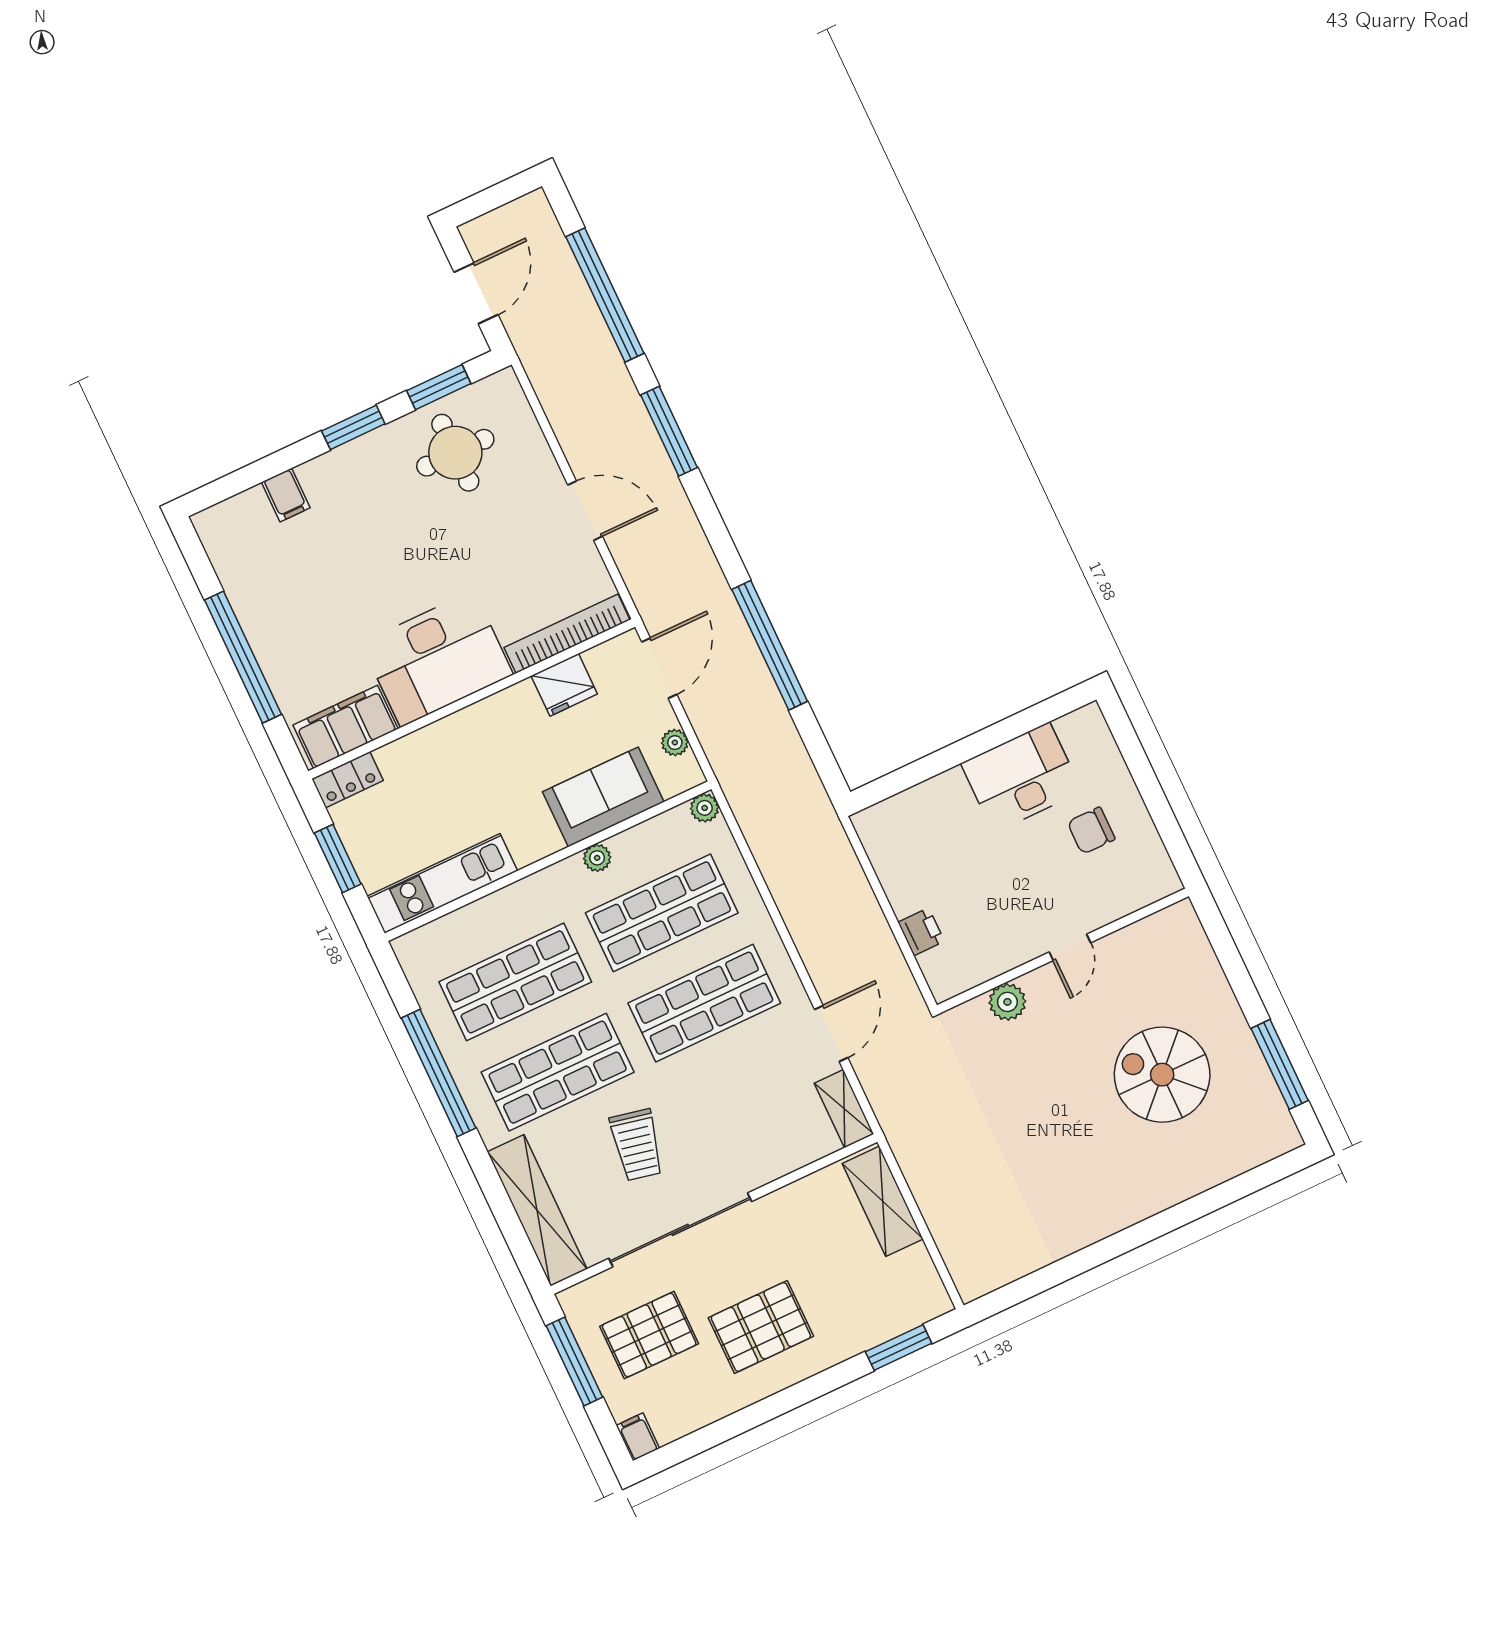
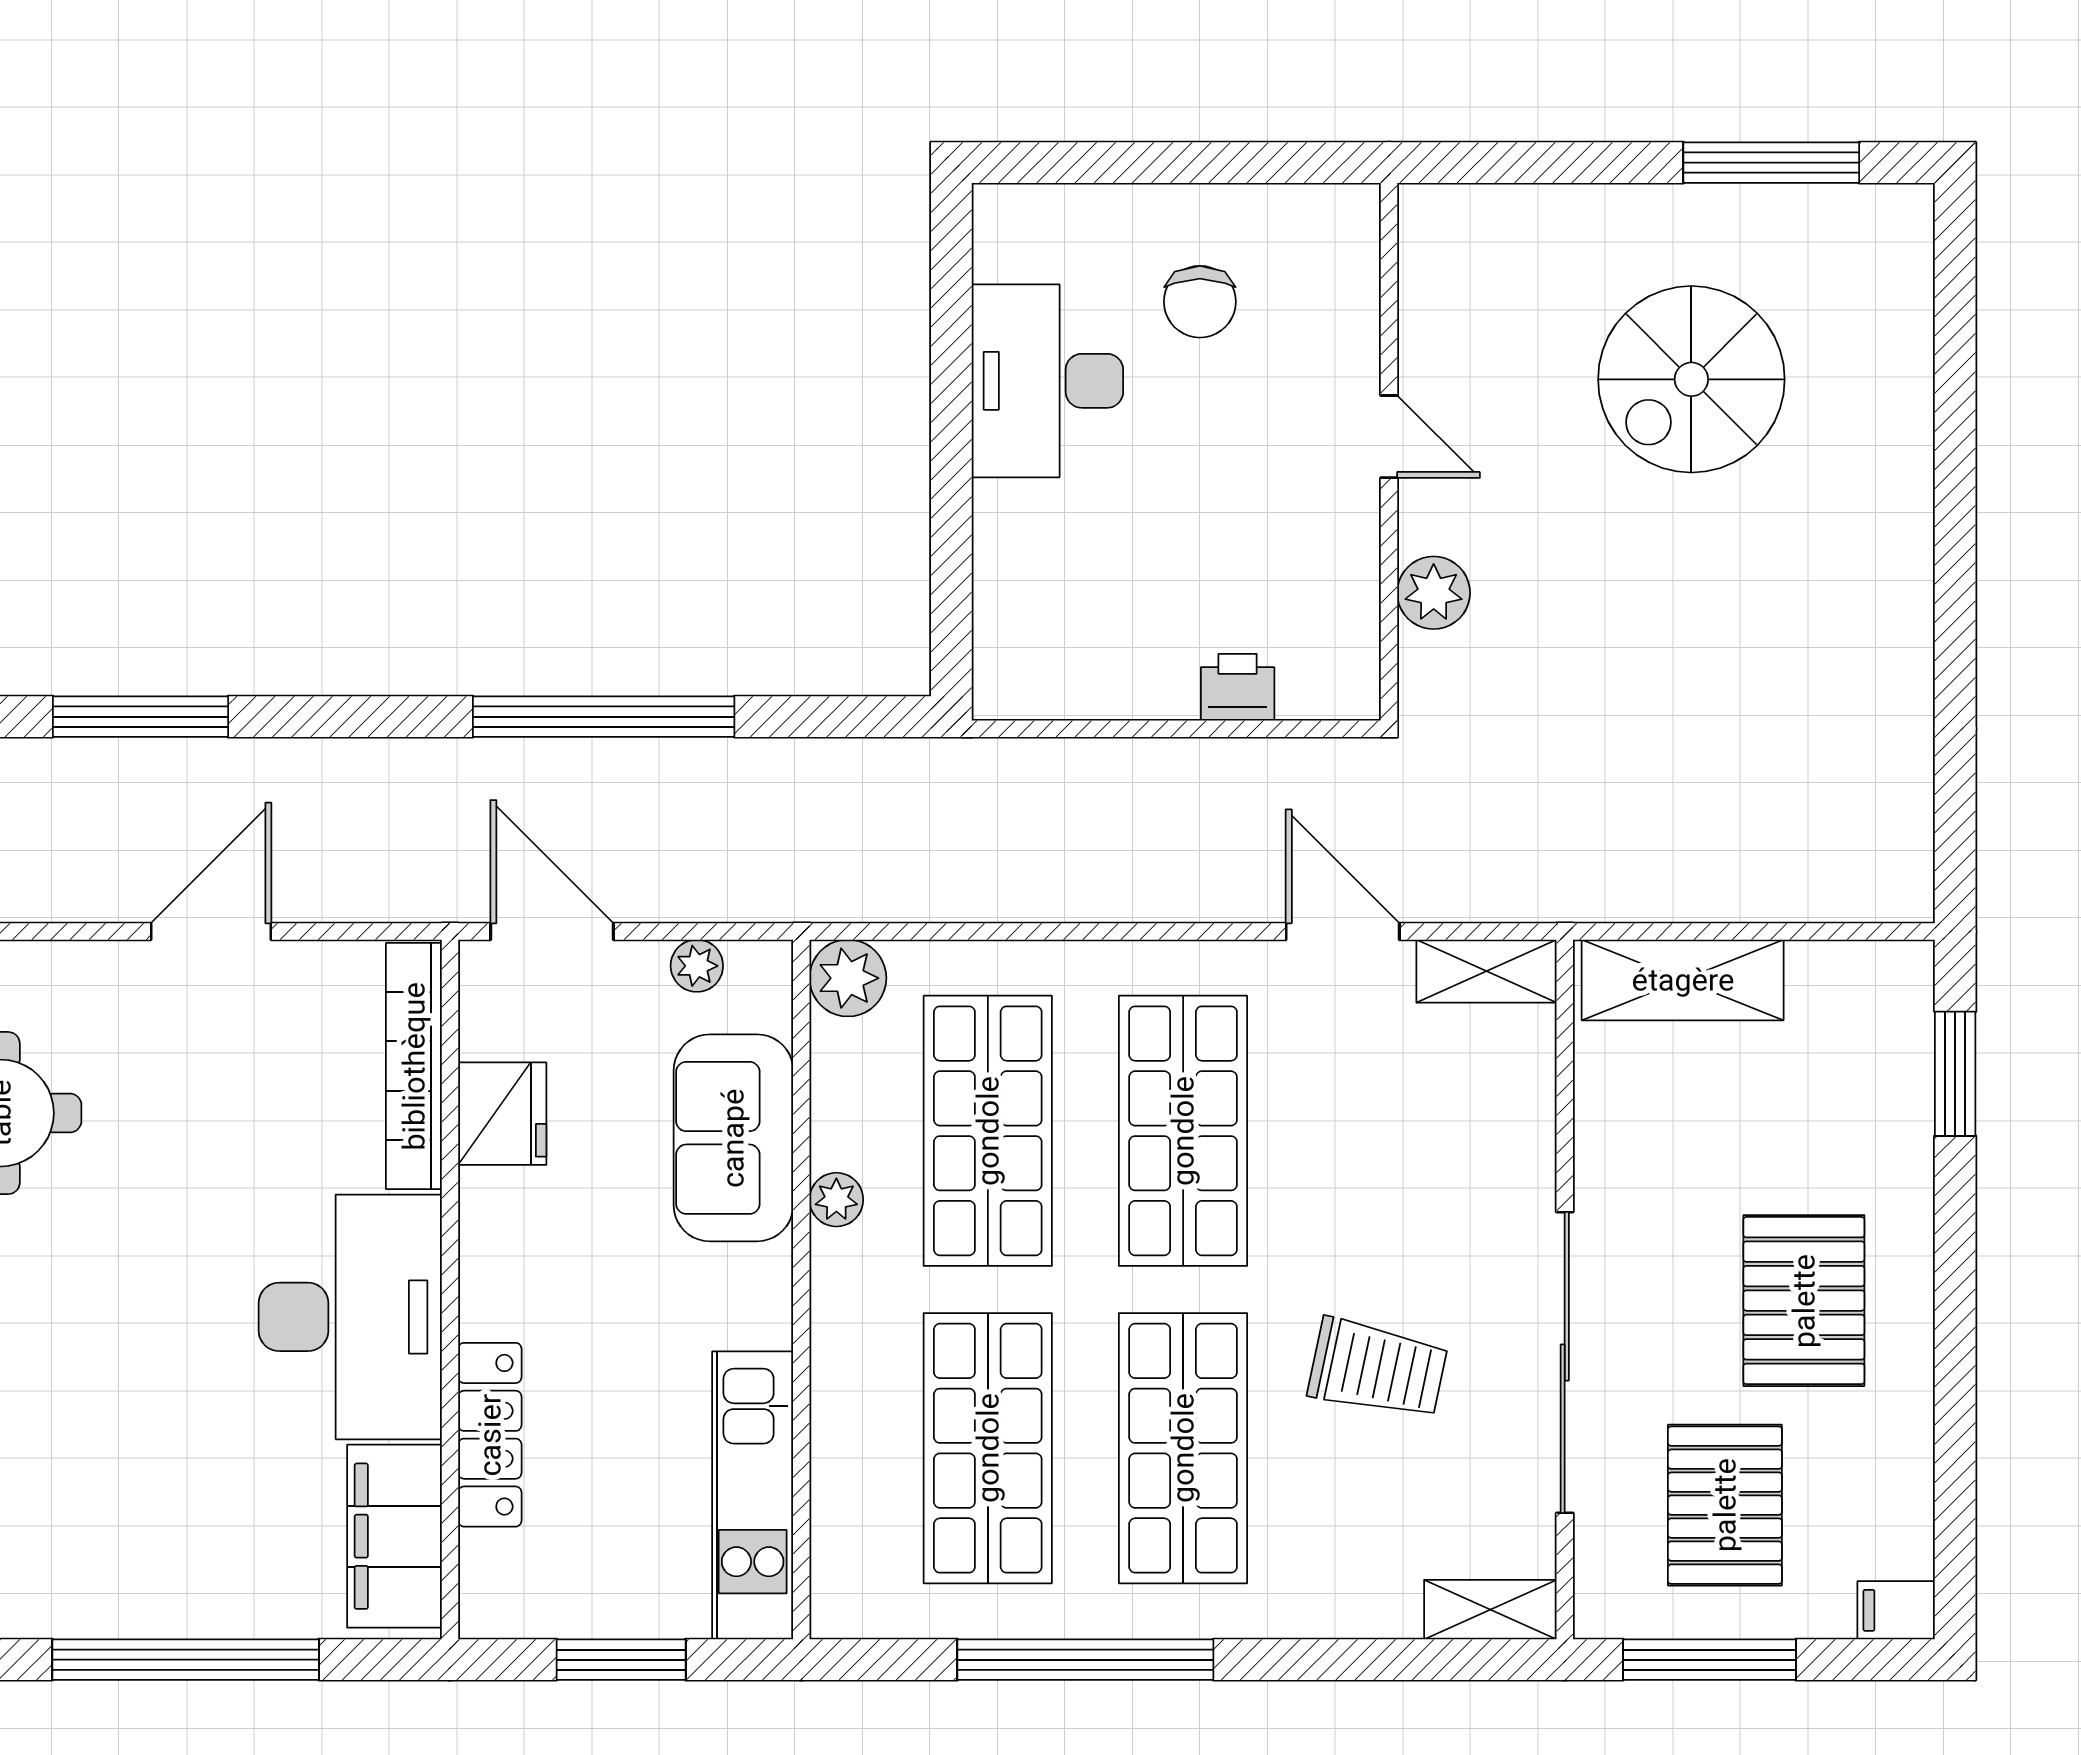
locker: (347, 780) -> (490, 1435), moved, width x1.53
plant: (705, 808) -> (848, 978), width x1.38, depth x1.38
shelving: (537, 1210) -> (1490, 1610), width x0.45, depth x0.75

